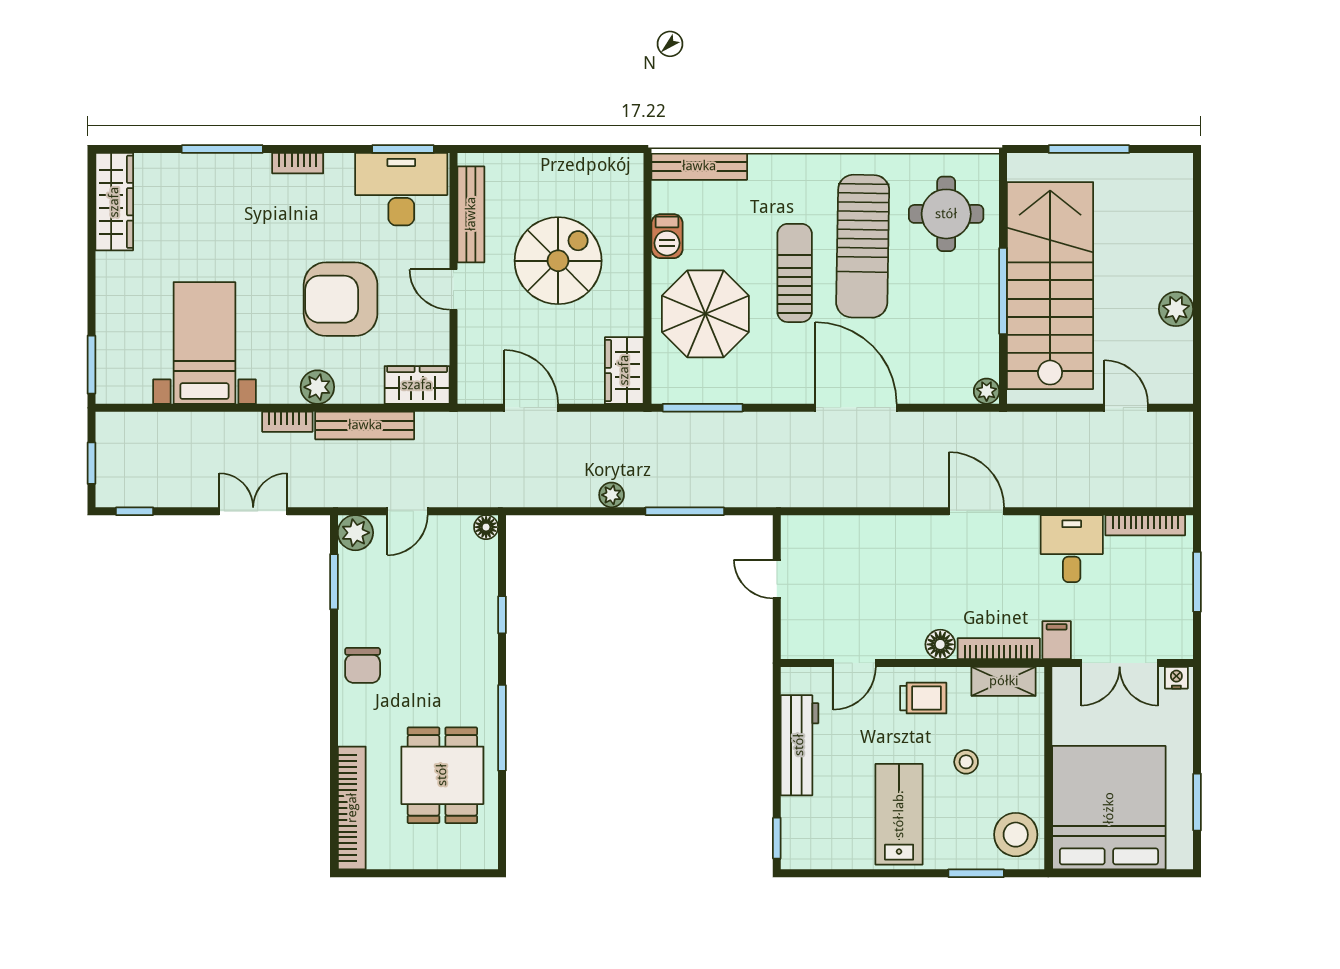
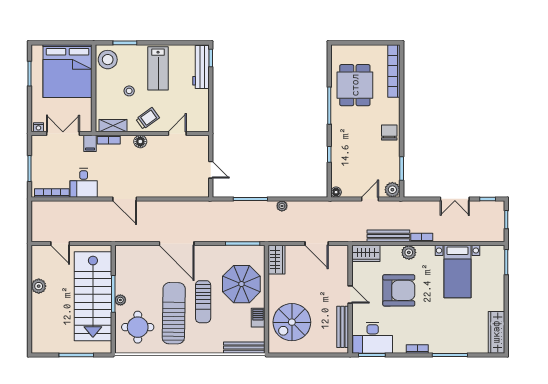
spiral stairs: (558, 261) -> (292, 322), moved
plant: (987, 391) -> (120, 300), moved
double door: (253, 511) -> (455, 199), moved
bookcase: (999, 649) -> (109, 140), width x0.64
trolley: (923, 698) -> (148, 118), turned 144
workbench: (799, 745) -> (201, 67), moved

